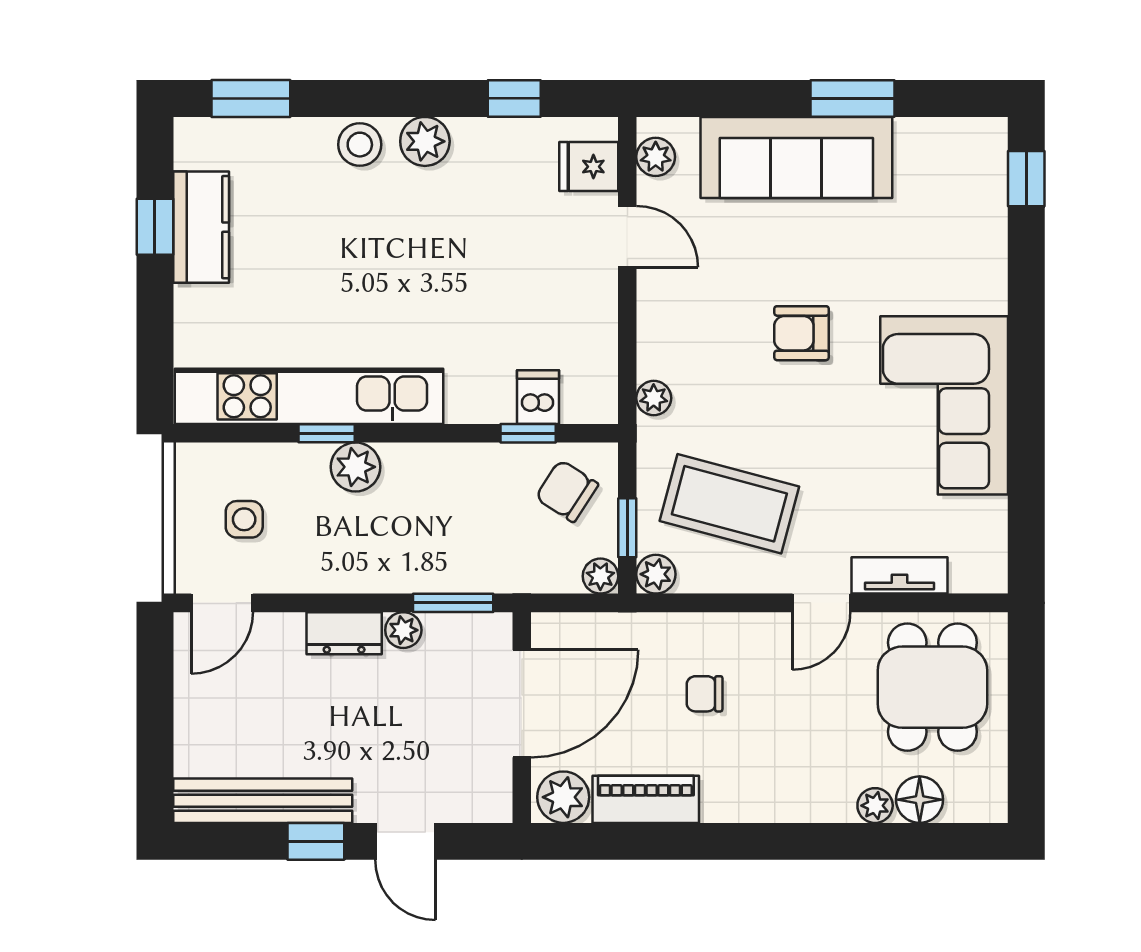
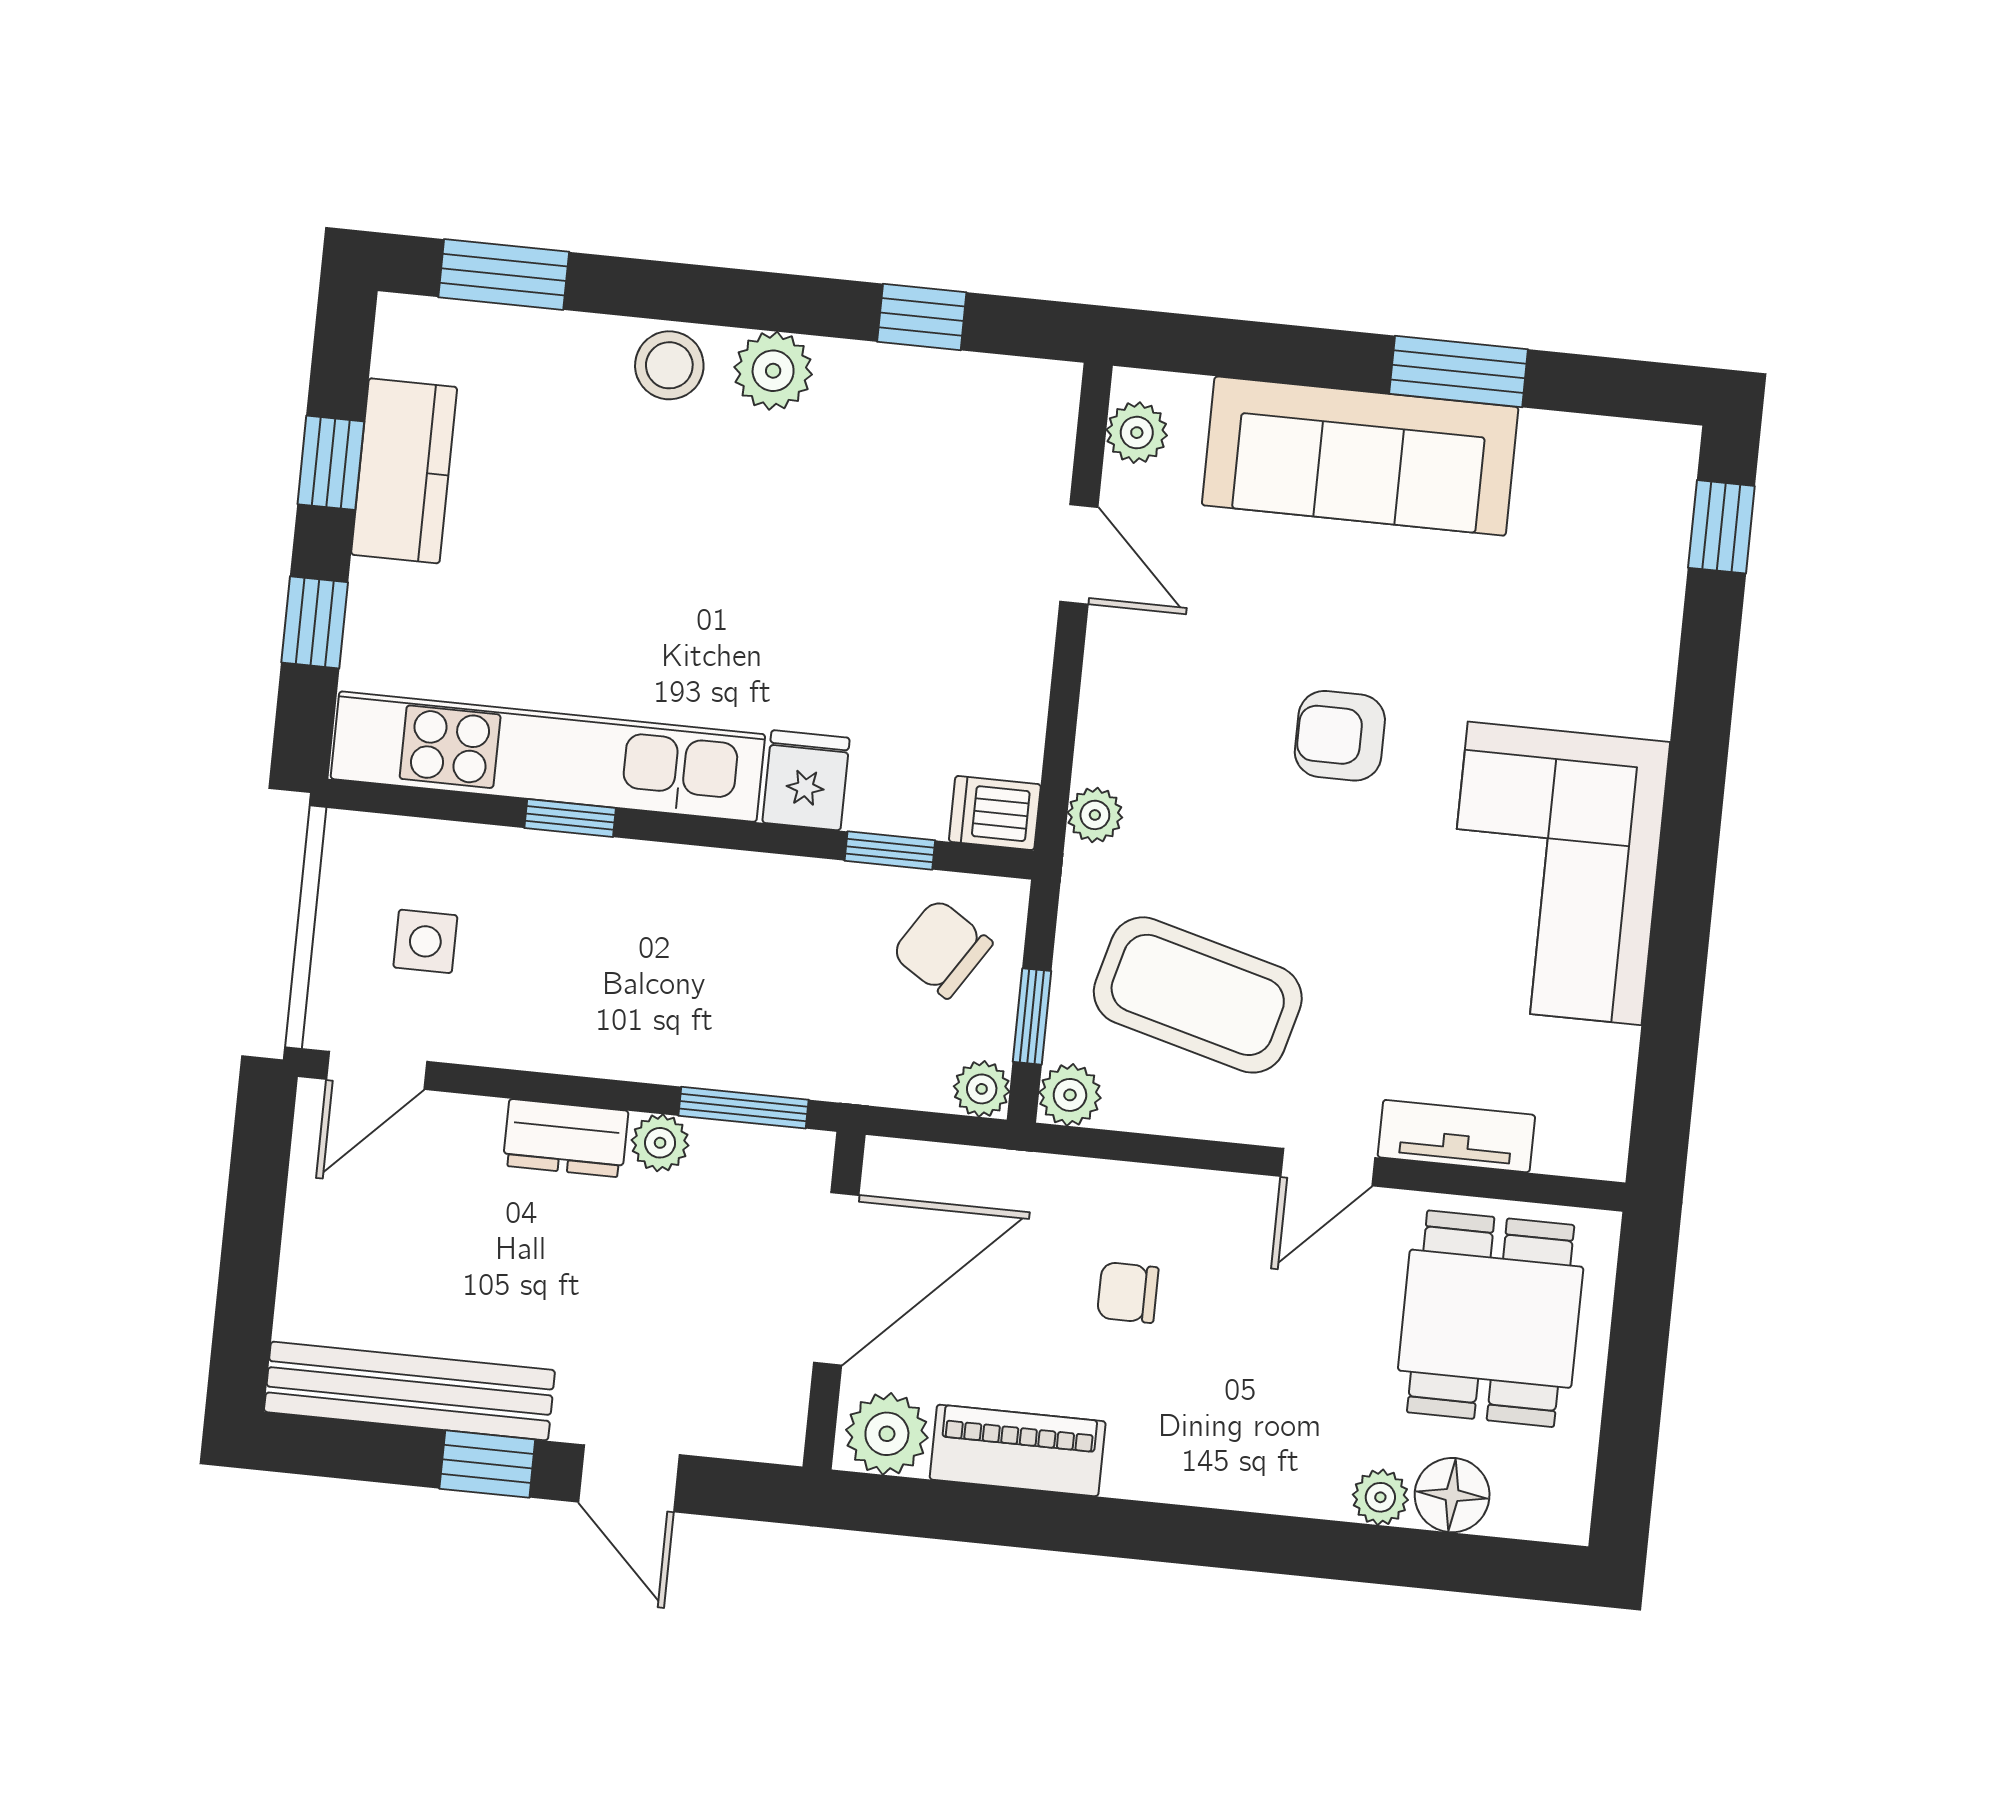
fridge: (589, 167) -> (806, 780), moved, turned 90
window: (155, 327) -> (315, 622), added
dishwasher: (538, 397) -> (995, 813), moved, turned -90
plant: (355, 467) -> (610, 876), removed

